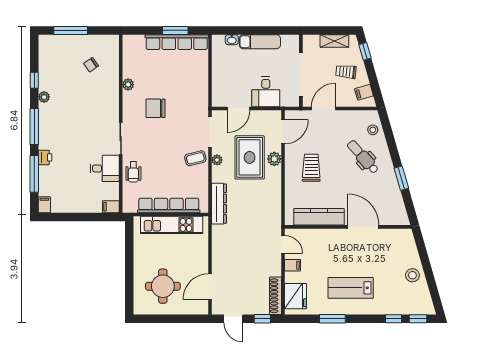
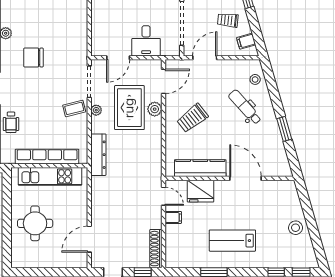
trolley: (311, 168) -> (192, 118), turned -128
round table: (163, 286) -> (35, 223), moved
fridge: (295, 296) -> (201, 191), moved, turned 90

